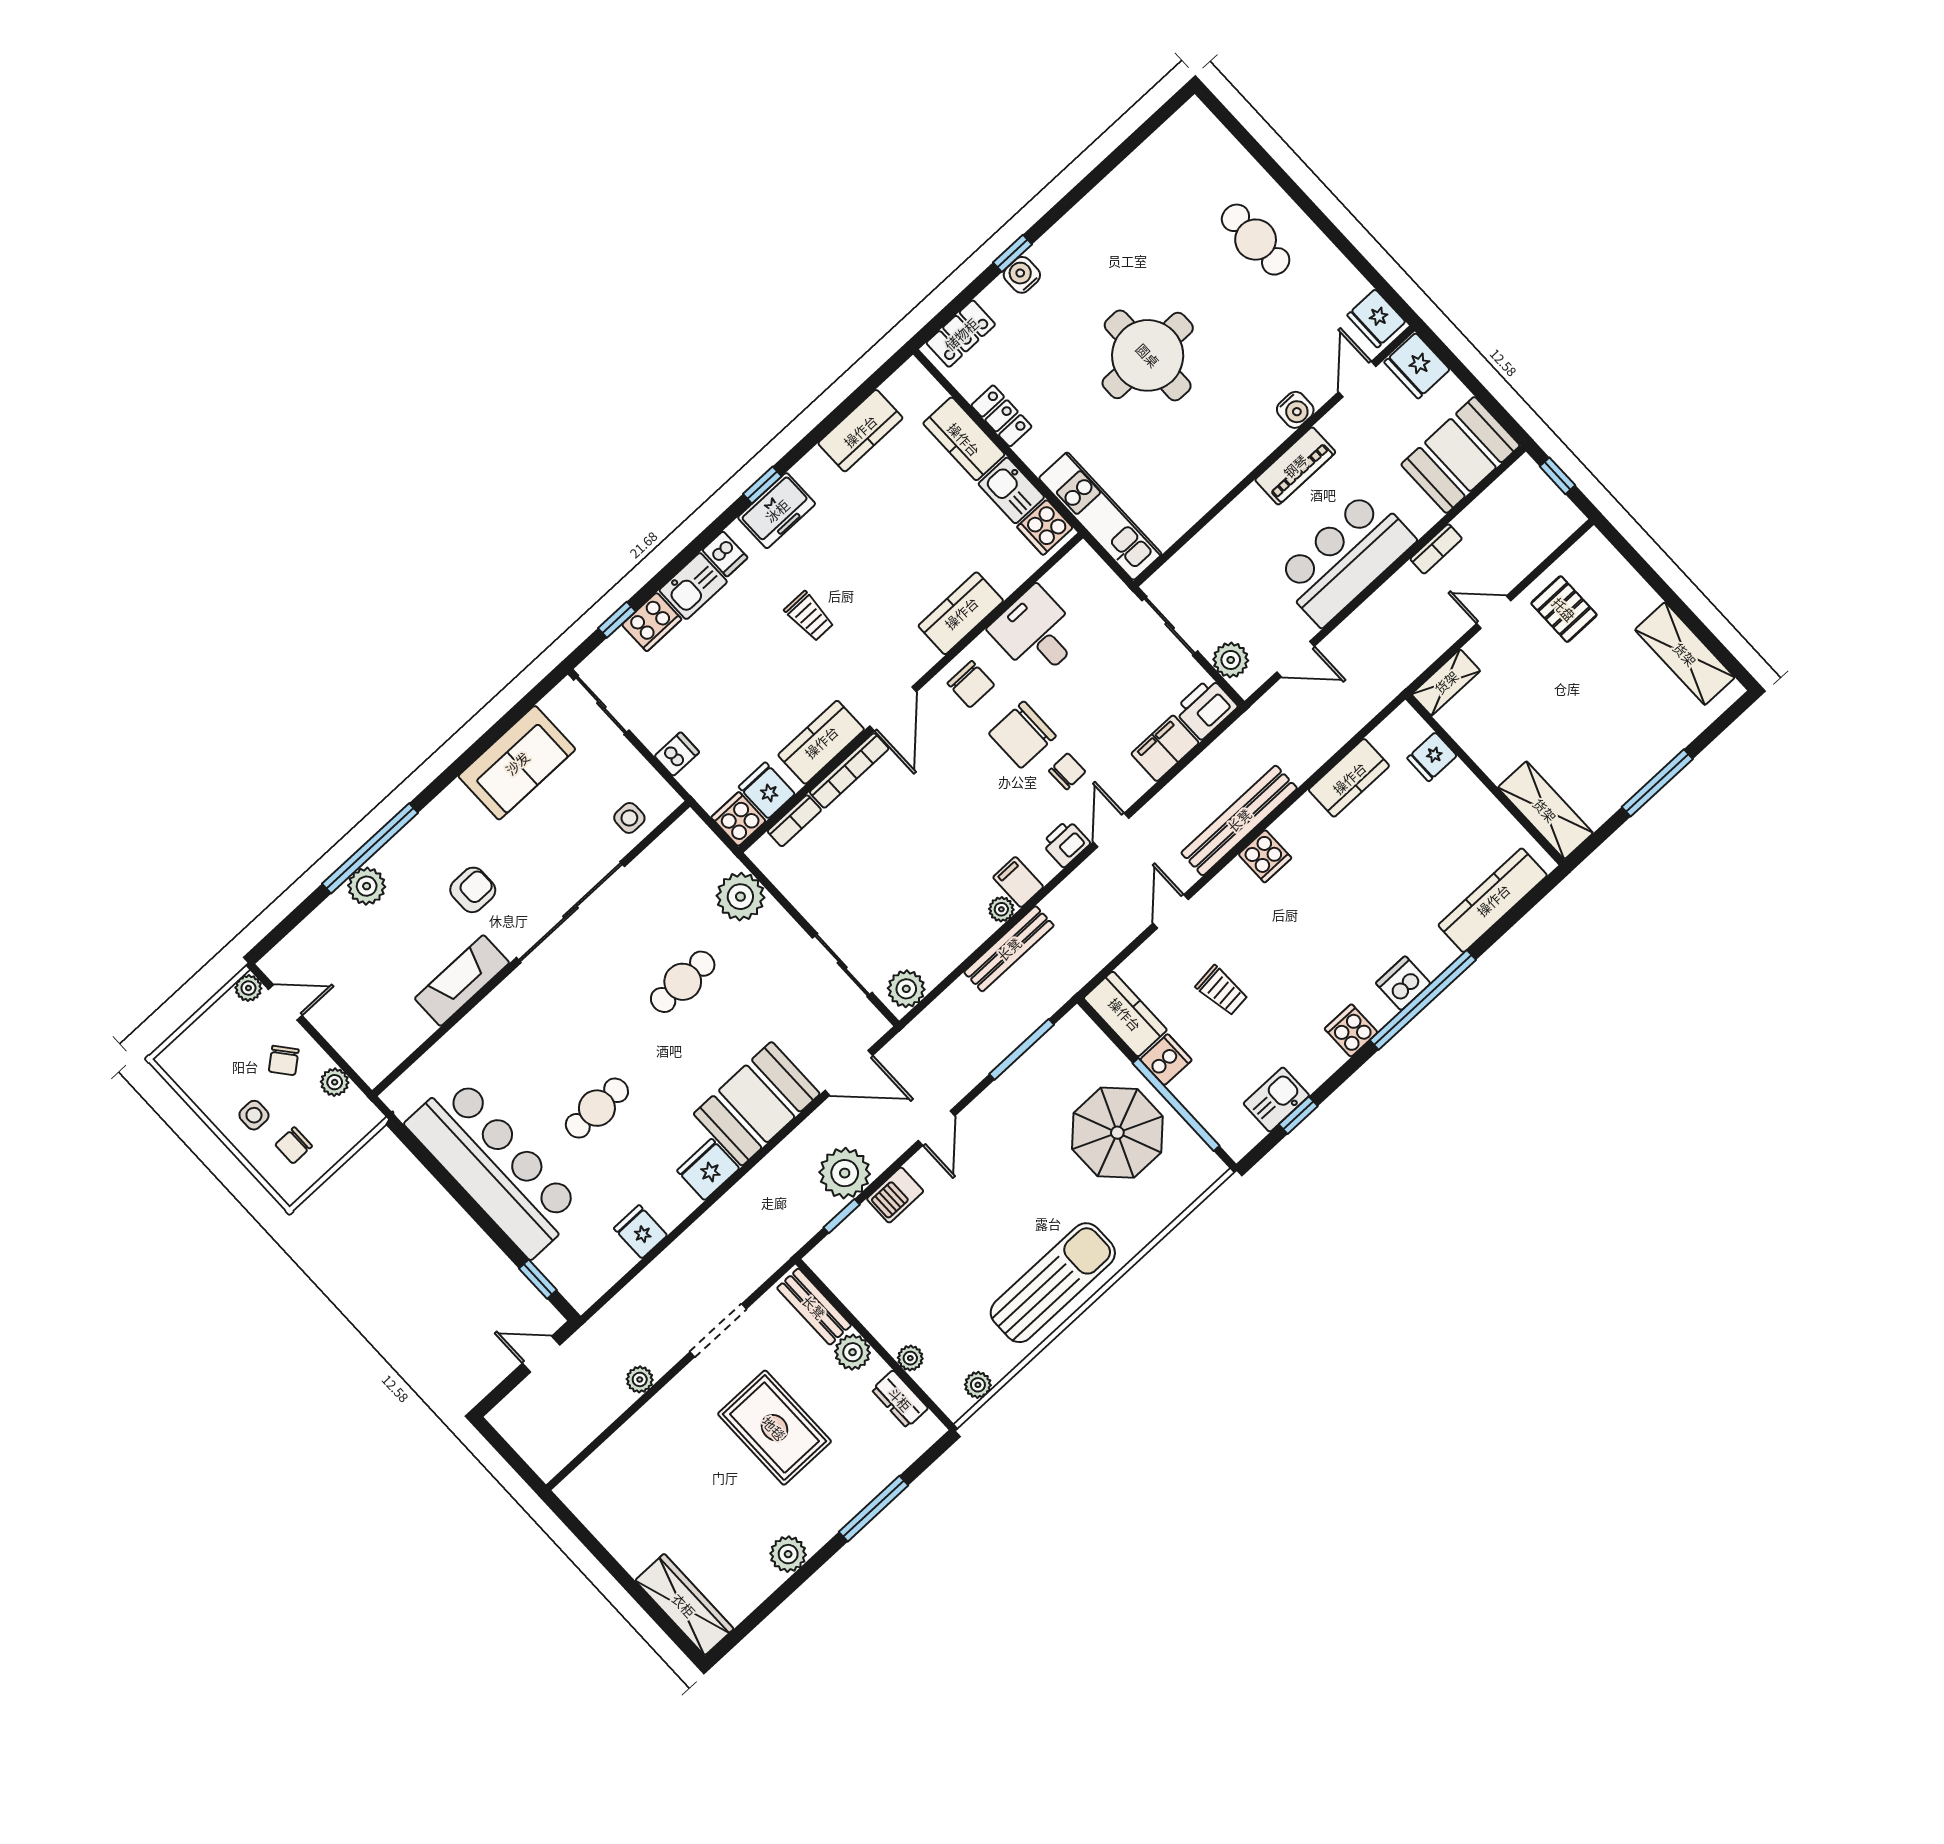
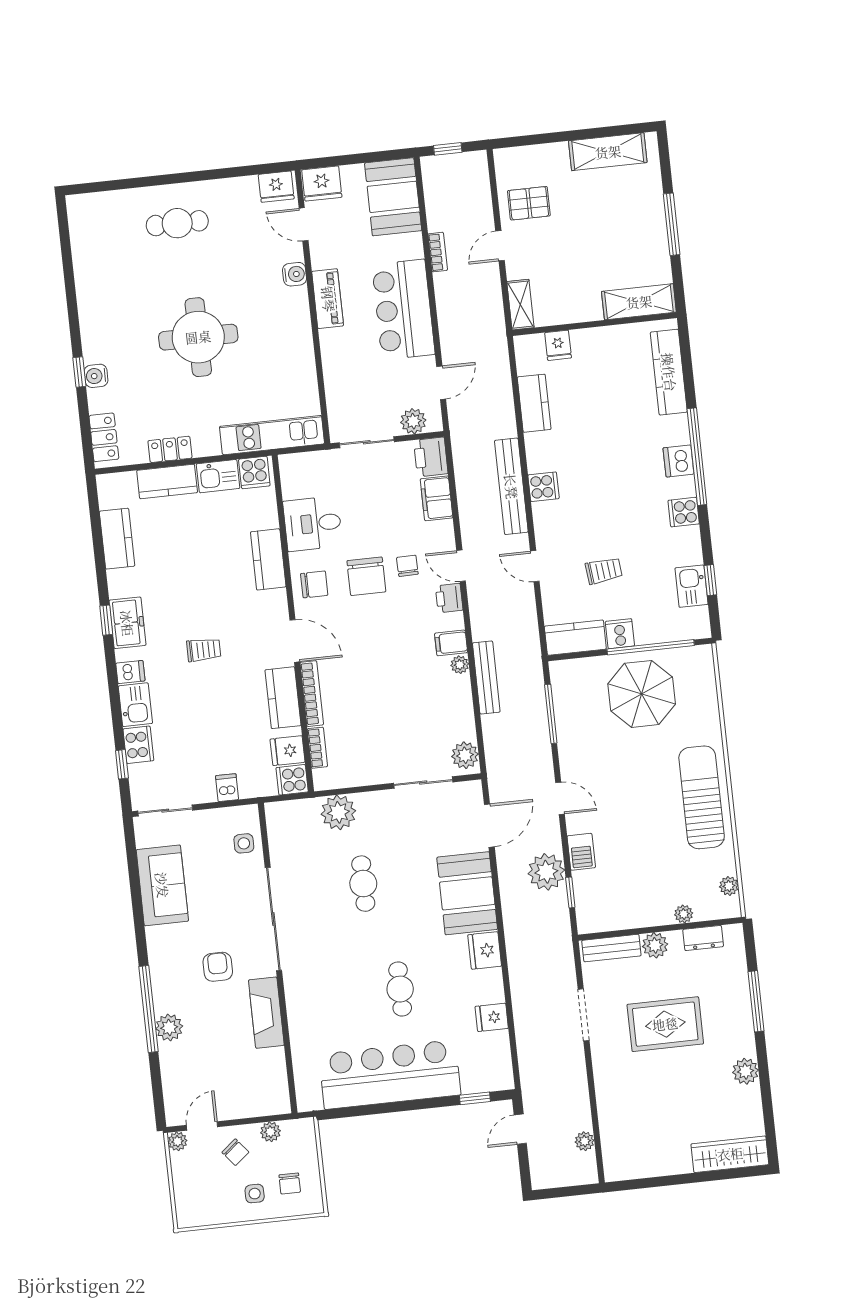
plant: (640, 1379) -> (585, 1141), moved

